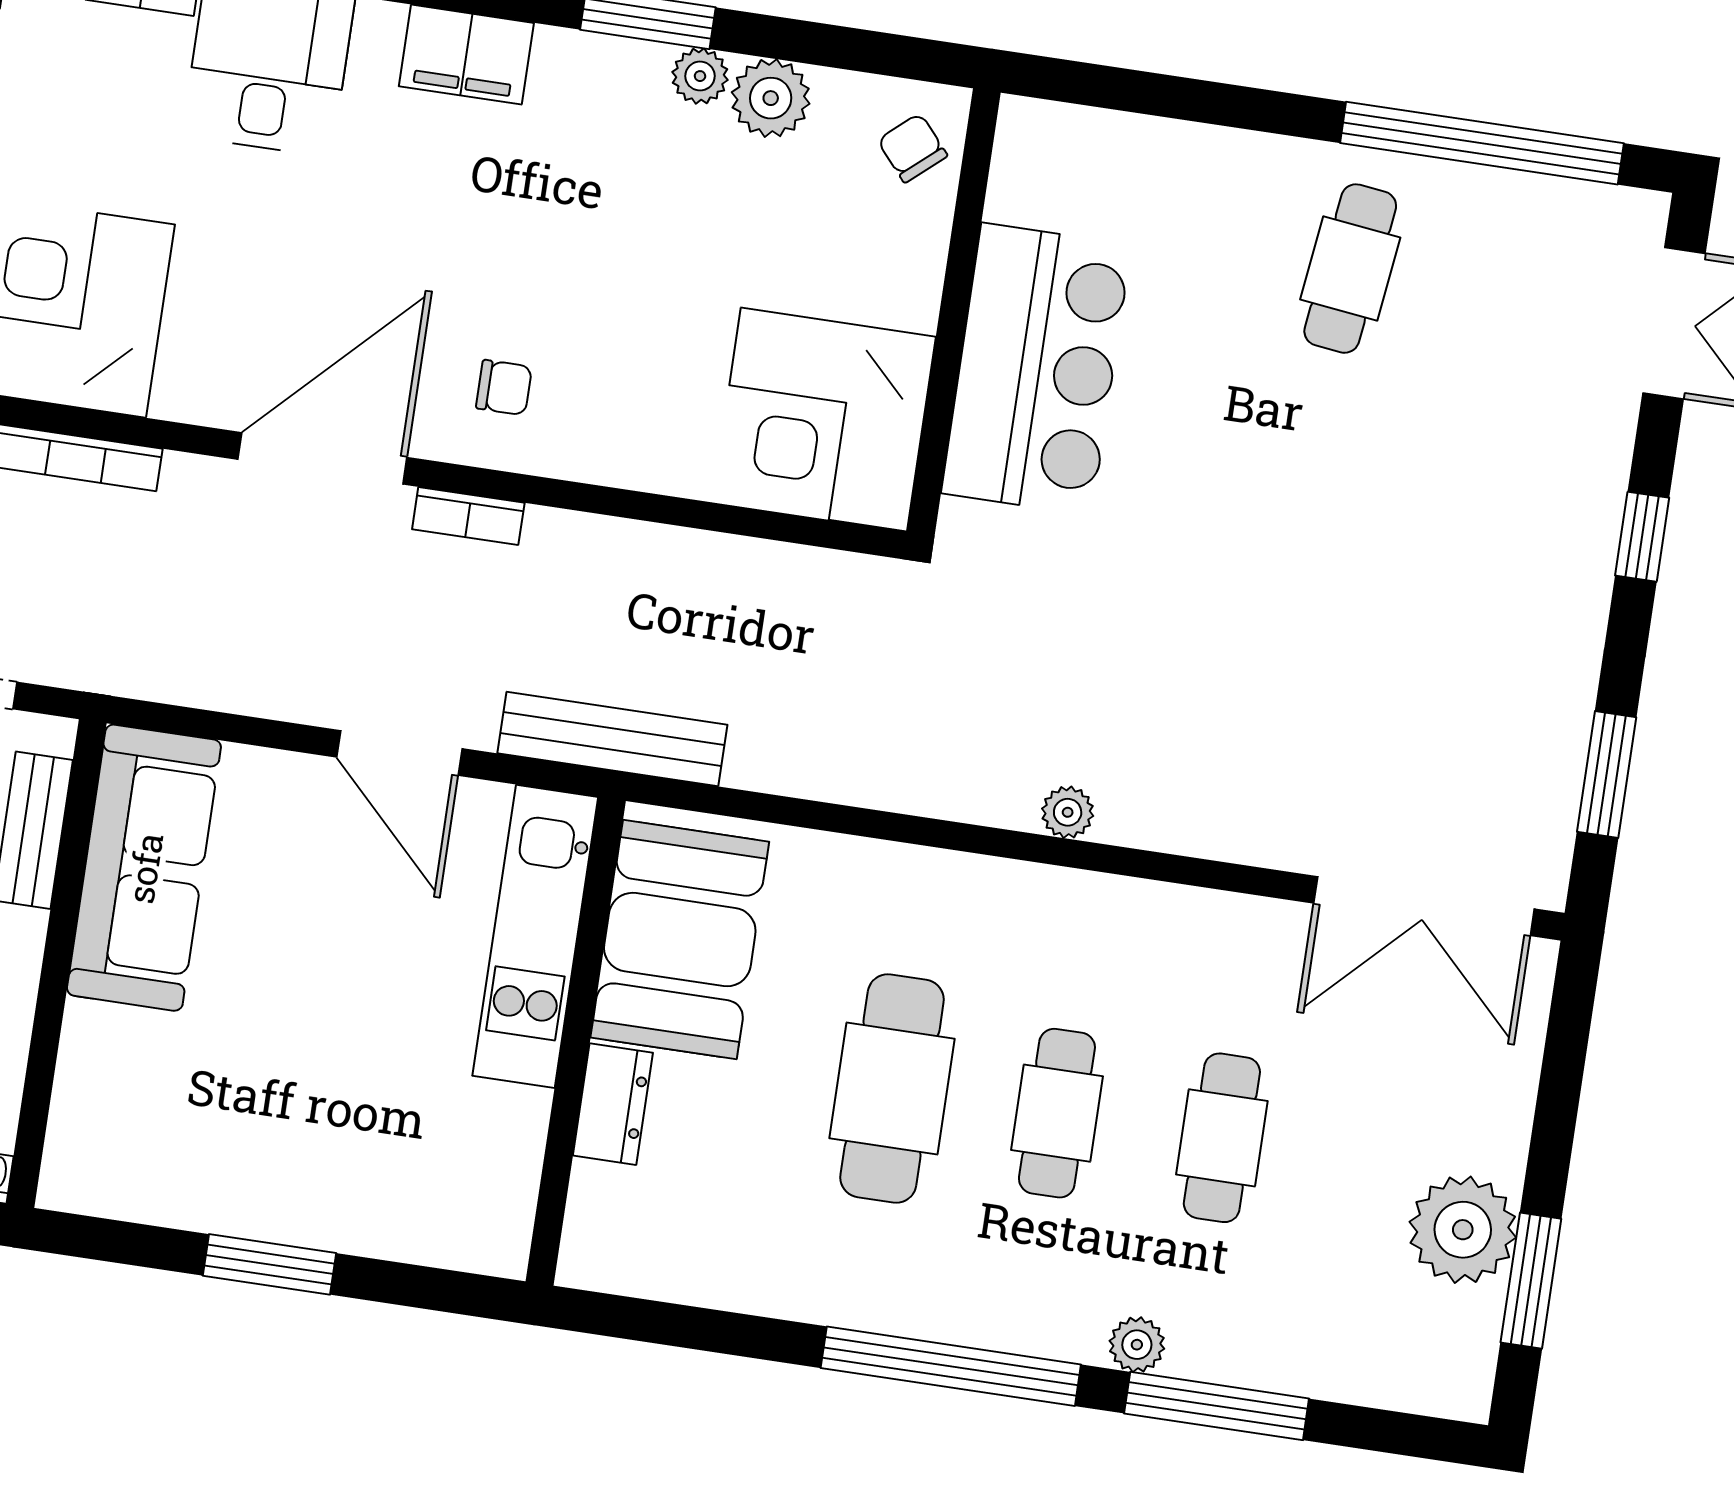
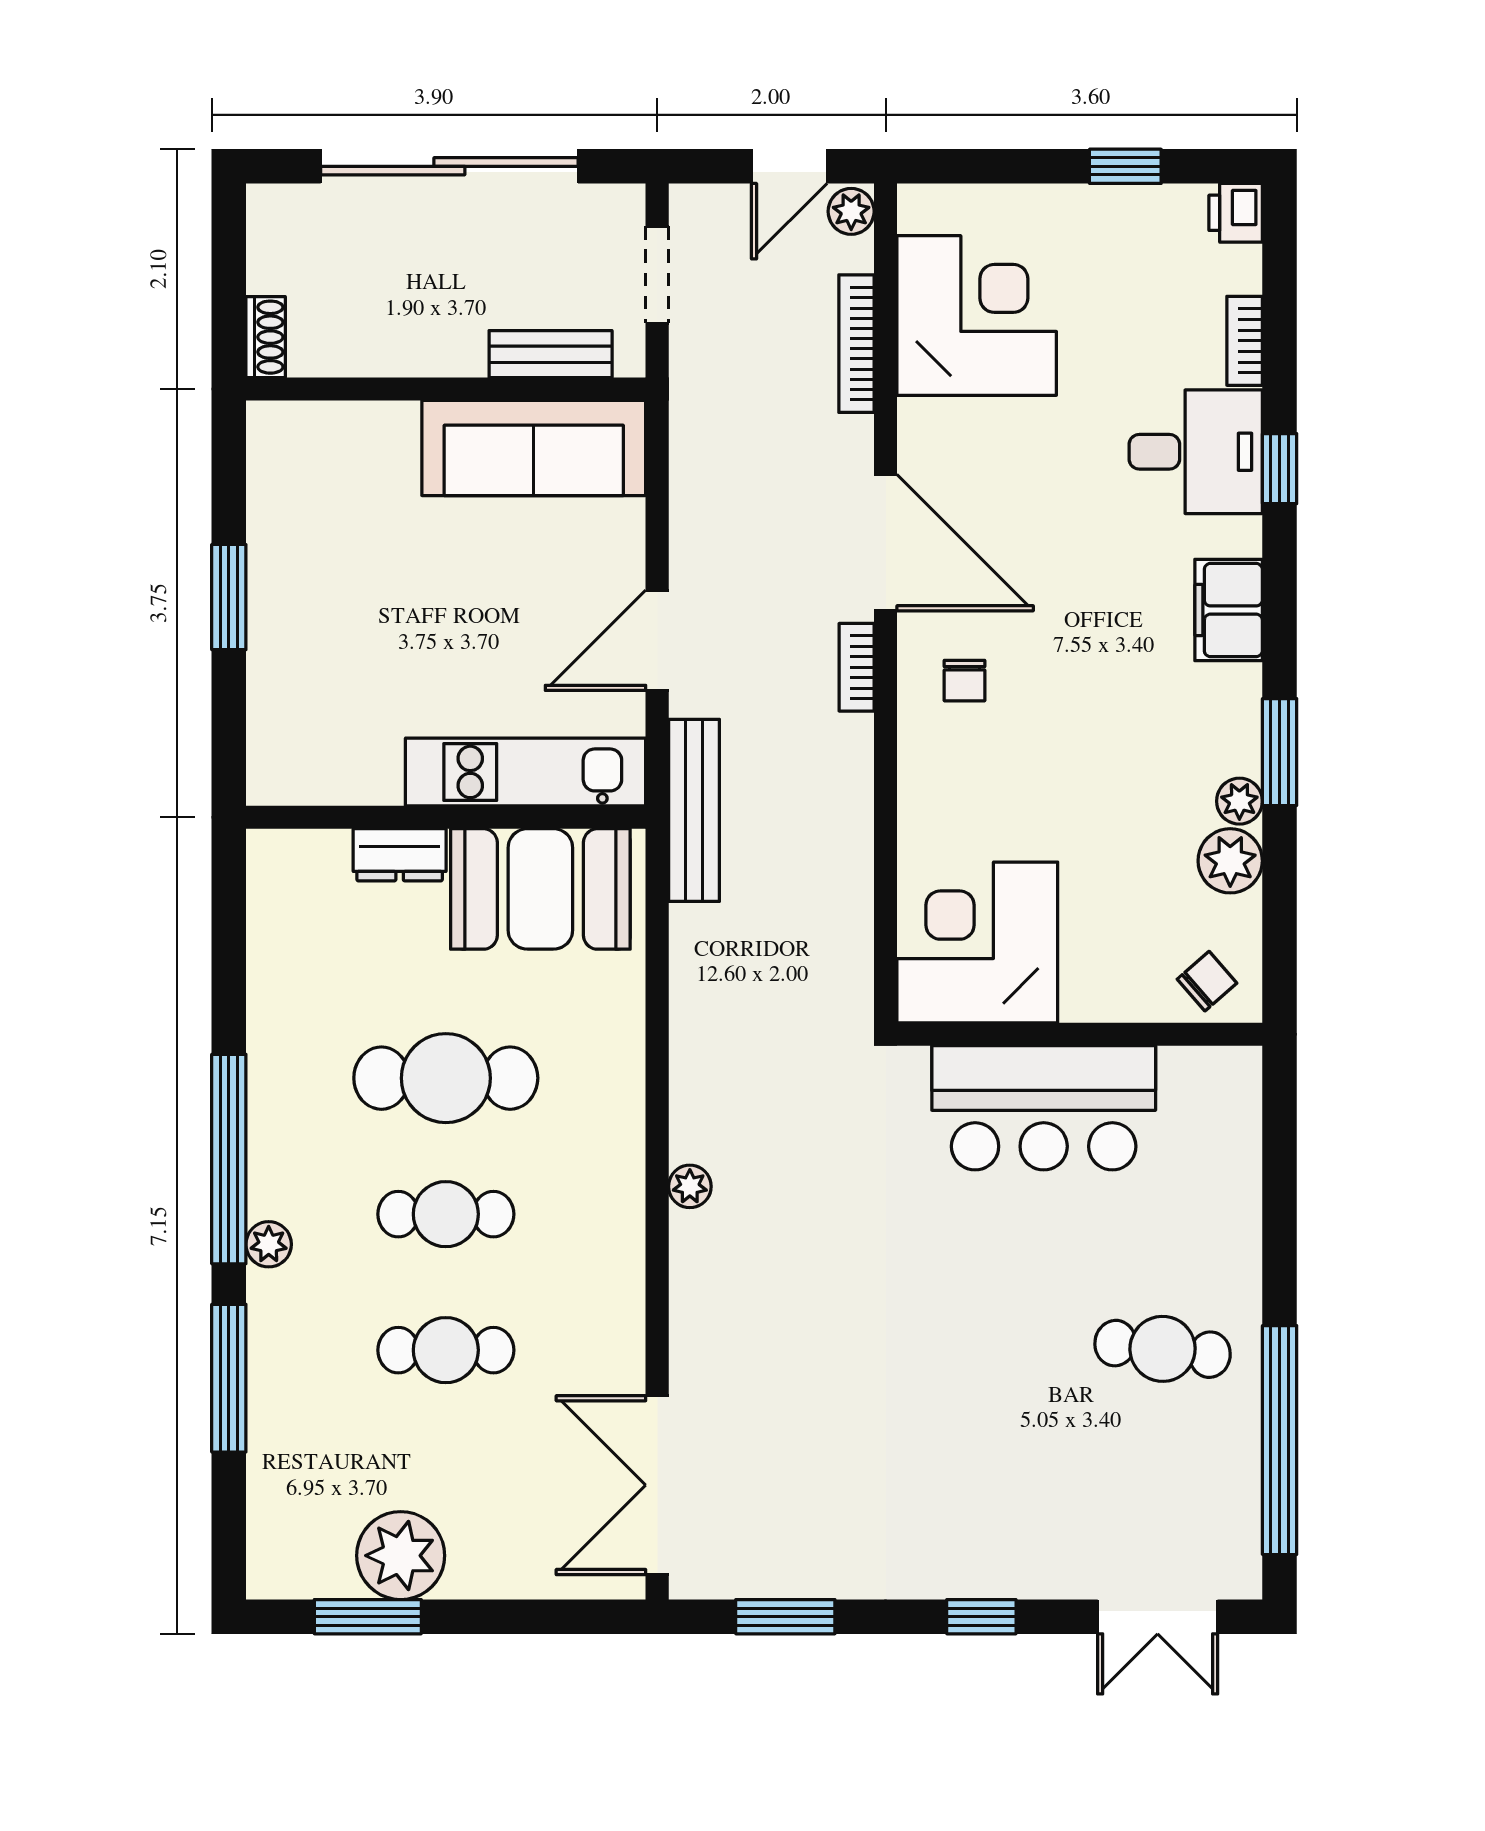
plant: (1137, 1345) -> (269, 1244), moved

